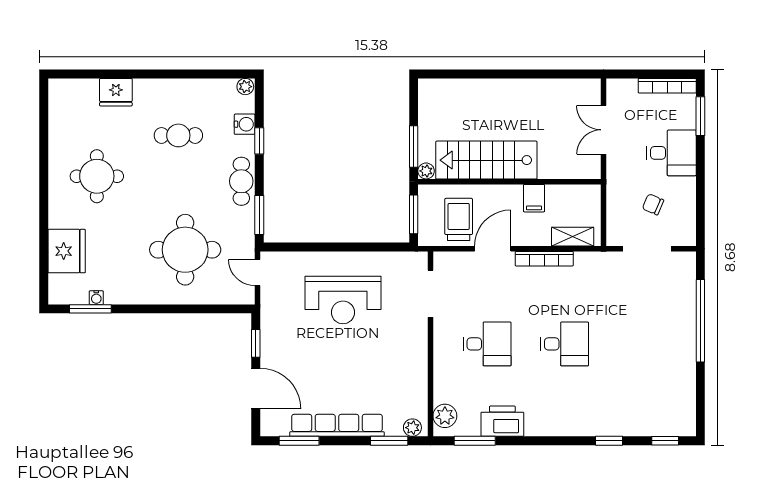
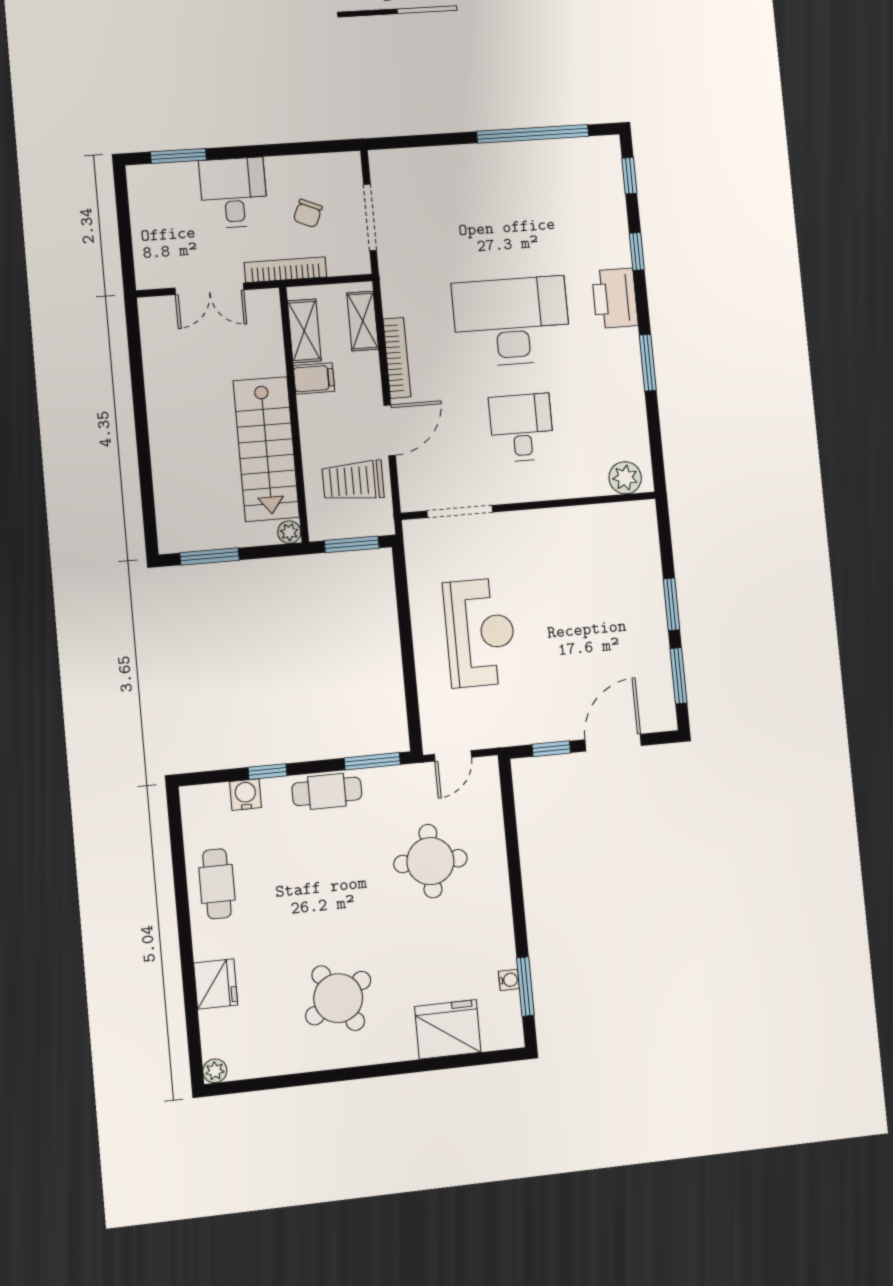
bookcase: (667, 86) -> (285, 270), moved, turned -90
plant: (245, 87) -> (215, 1071), moved
cafe table: (178, 135) -> (217, 884), moved
window: (414, 146) -> (210, 556), moved
round table: (97, 176) -> (338, 998), turned -31
shelving: (569, 194) -> (304, 331), added
door: (493, 249) -> (390, 430), swing flipped
round table: (185, 250) -> (430, 861), width x0.73, depth x0.73
window: (700, 321) -> (533, 134), moved
desk: (565, 344) -> (511, 321), width x1.87, depth x1.30
printer: (502, 421) -> (615, 298), moved
row of seats: (337, 425) -> (652, 625), removed
plant: (412, 428) -> (645, 521), removed
window: (389, 441) -> (671, 604), moved
window: (475, 441) -> (648, 363), moved

